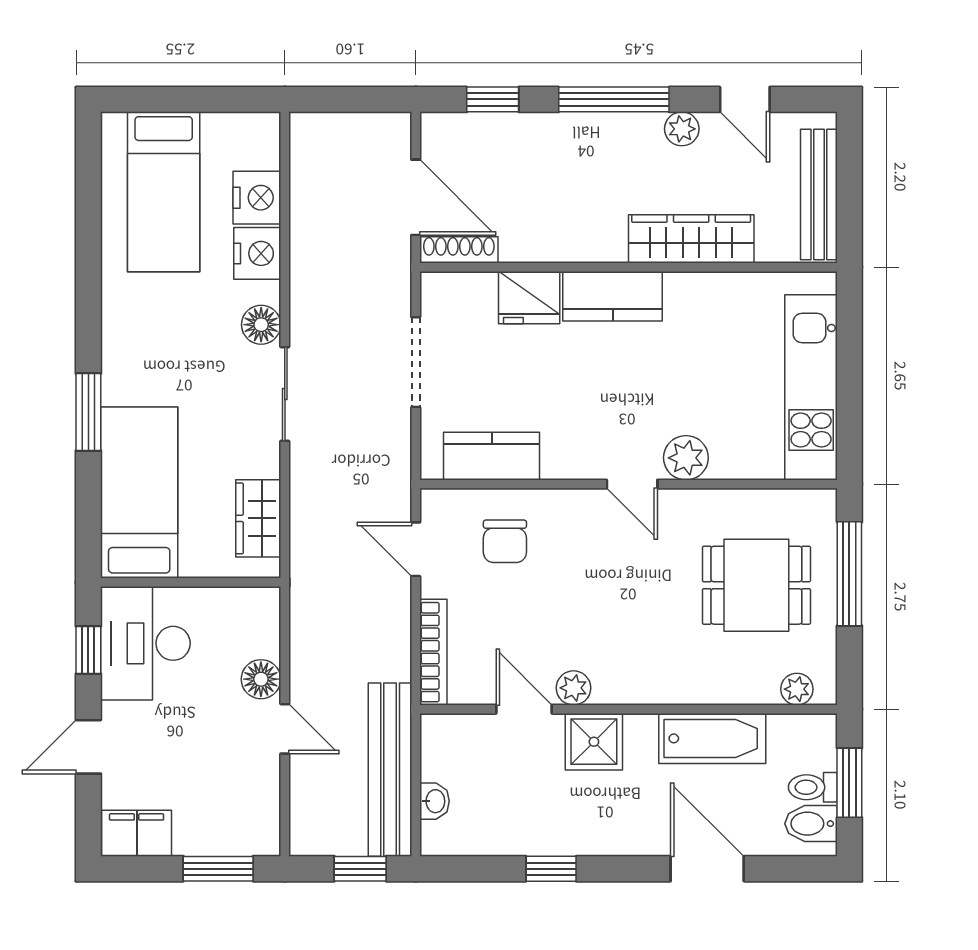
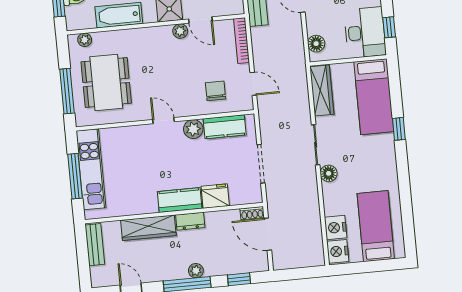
plant: (682, 129) -> (196, 271), moved
bench: (819, 195) -> (95, 245), width x0.73
dresser: (593, 245) -> (190, 221), added
shoe rack: (459, 250) -> (252, 213), width x0.70
nightstand: (257, 253) -> (338, 251), moved
window: (849, 375) -> (75, 176), added
window: (88, 412) -> (399, 129), width x0.67
plant: (686, 458) -> (193, 129), moved
wardrobe: (258, 518) -> (322, 91), width x1.50
dining table: (756, 585) -> (106, 82), width x1.38
floor lamp: (261, 679) -> (316, 44), moved

